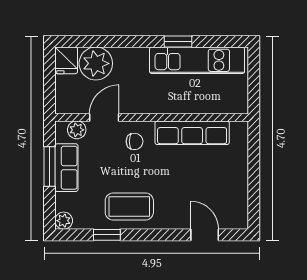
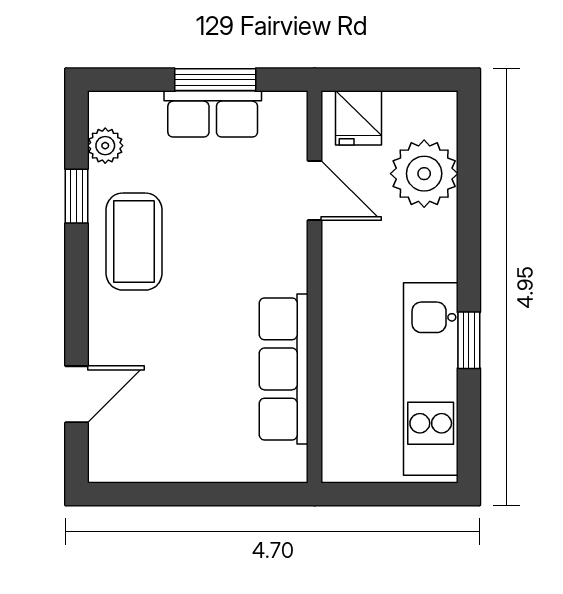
fridge: (66, 60) -> (358, 118), moved, turned -90
plant: (77, 130) -> (290, 135), removed
chair: (135, 141) -> (266, 252), removed
plant: (64, 221) -> (105, 146), moved

